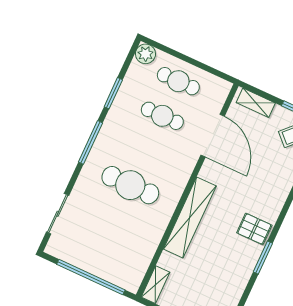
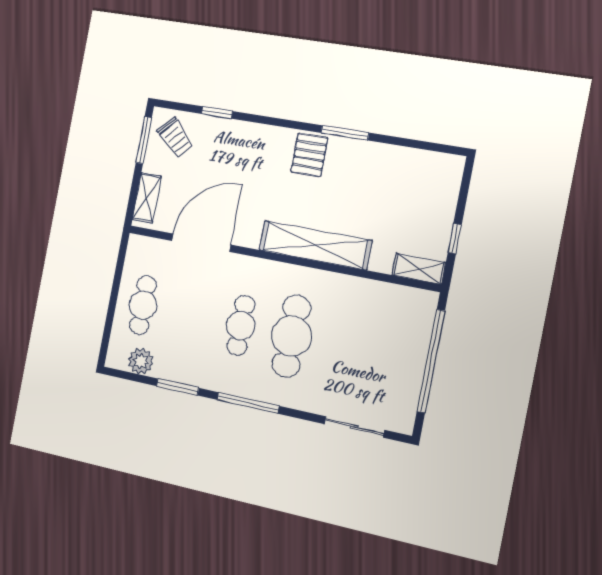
plant: (145, 54) -> (141, 361), moved
cafe table: (162, 116) -> (241, 326), moved

